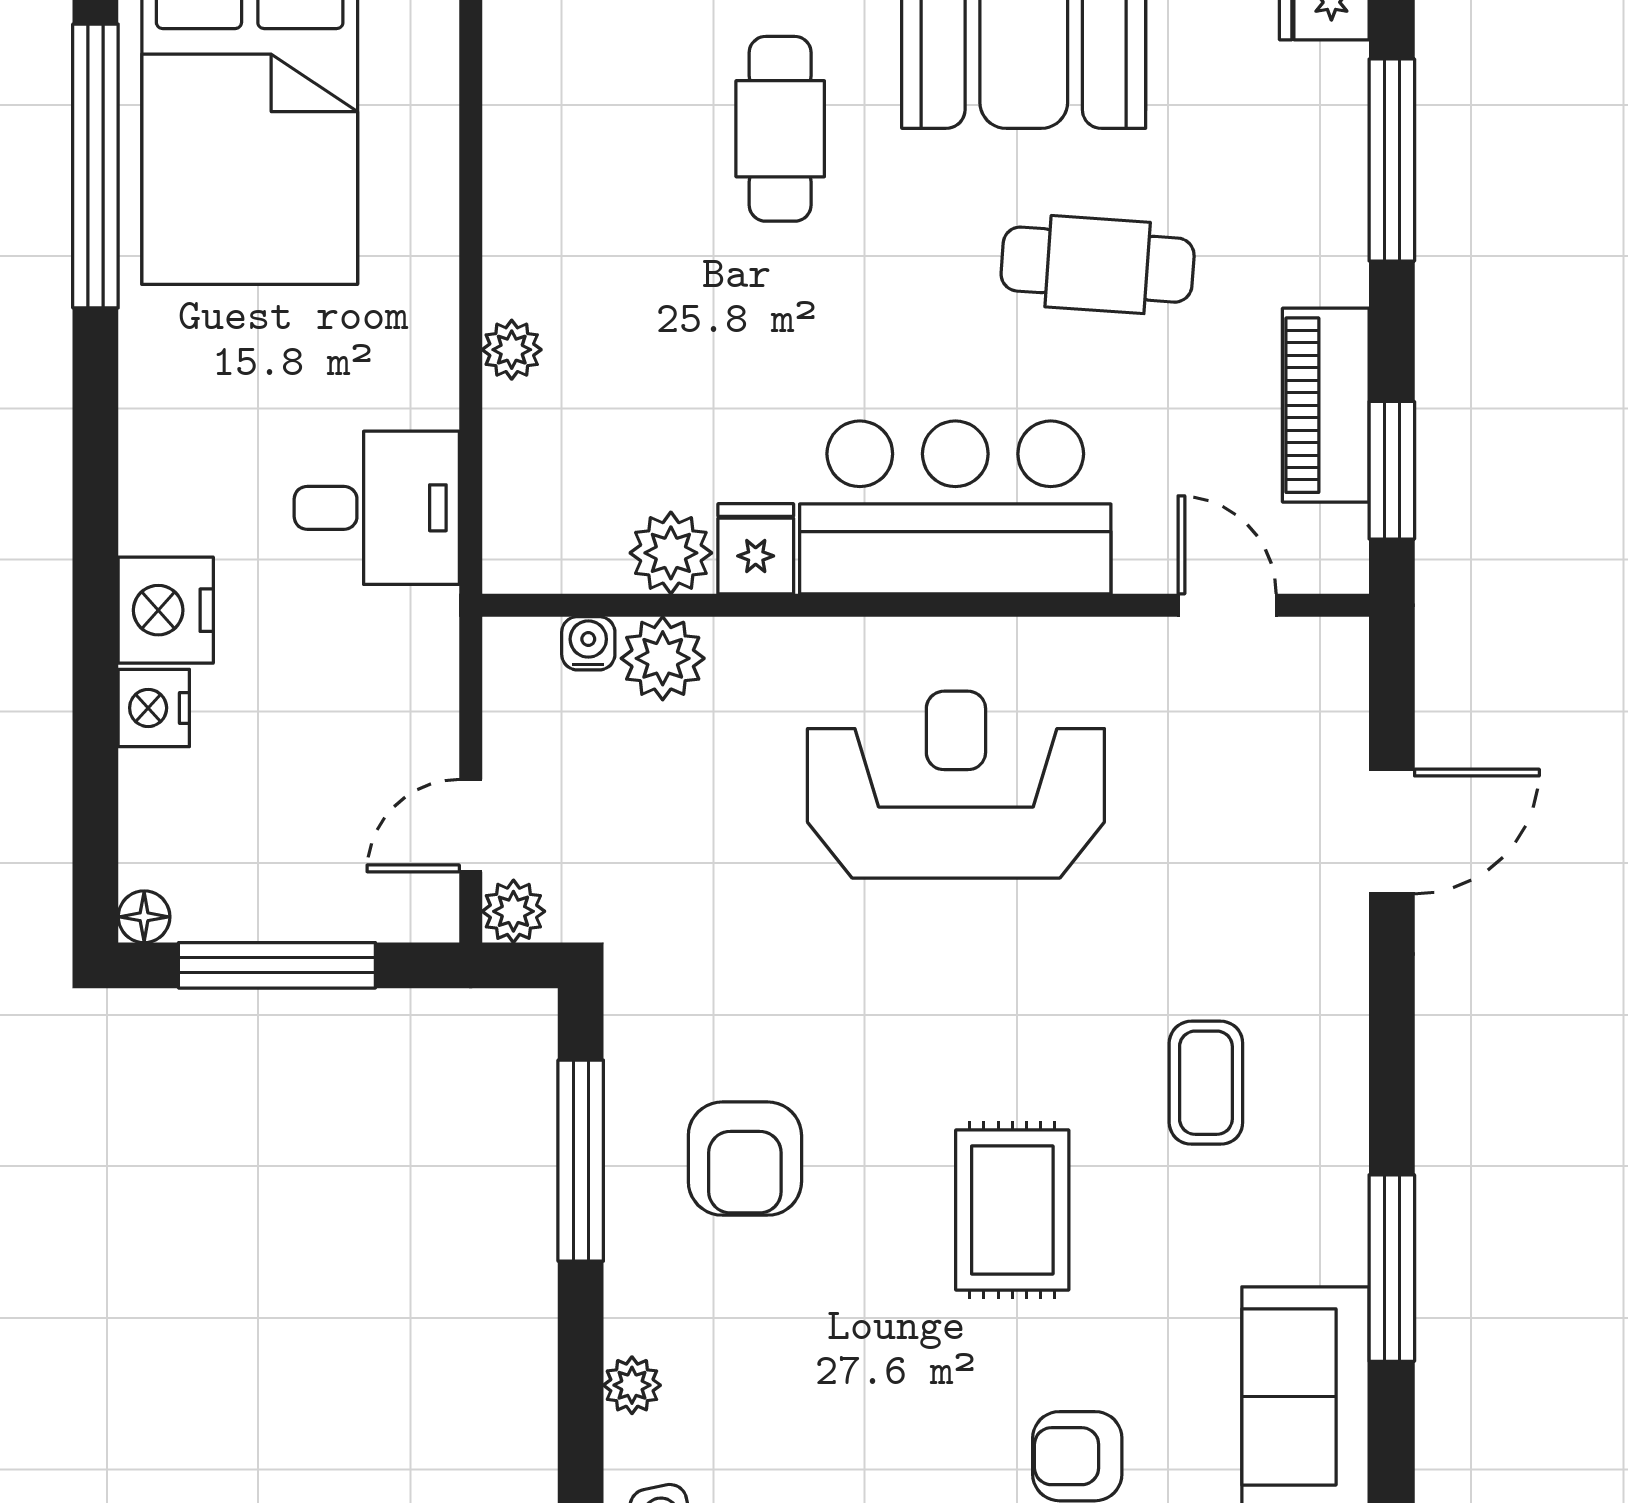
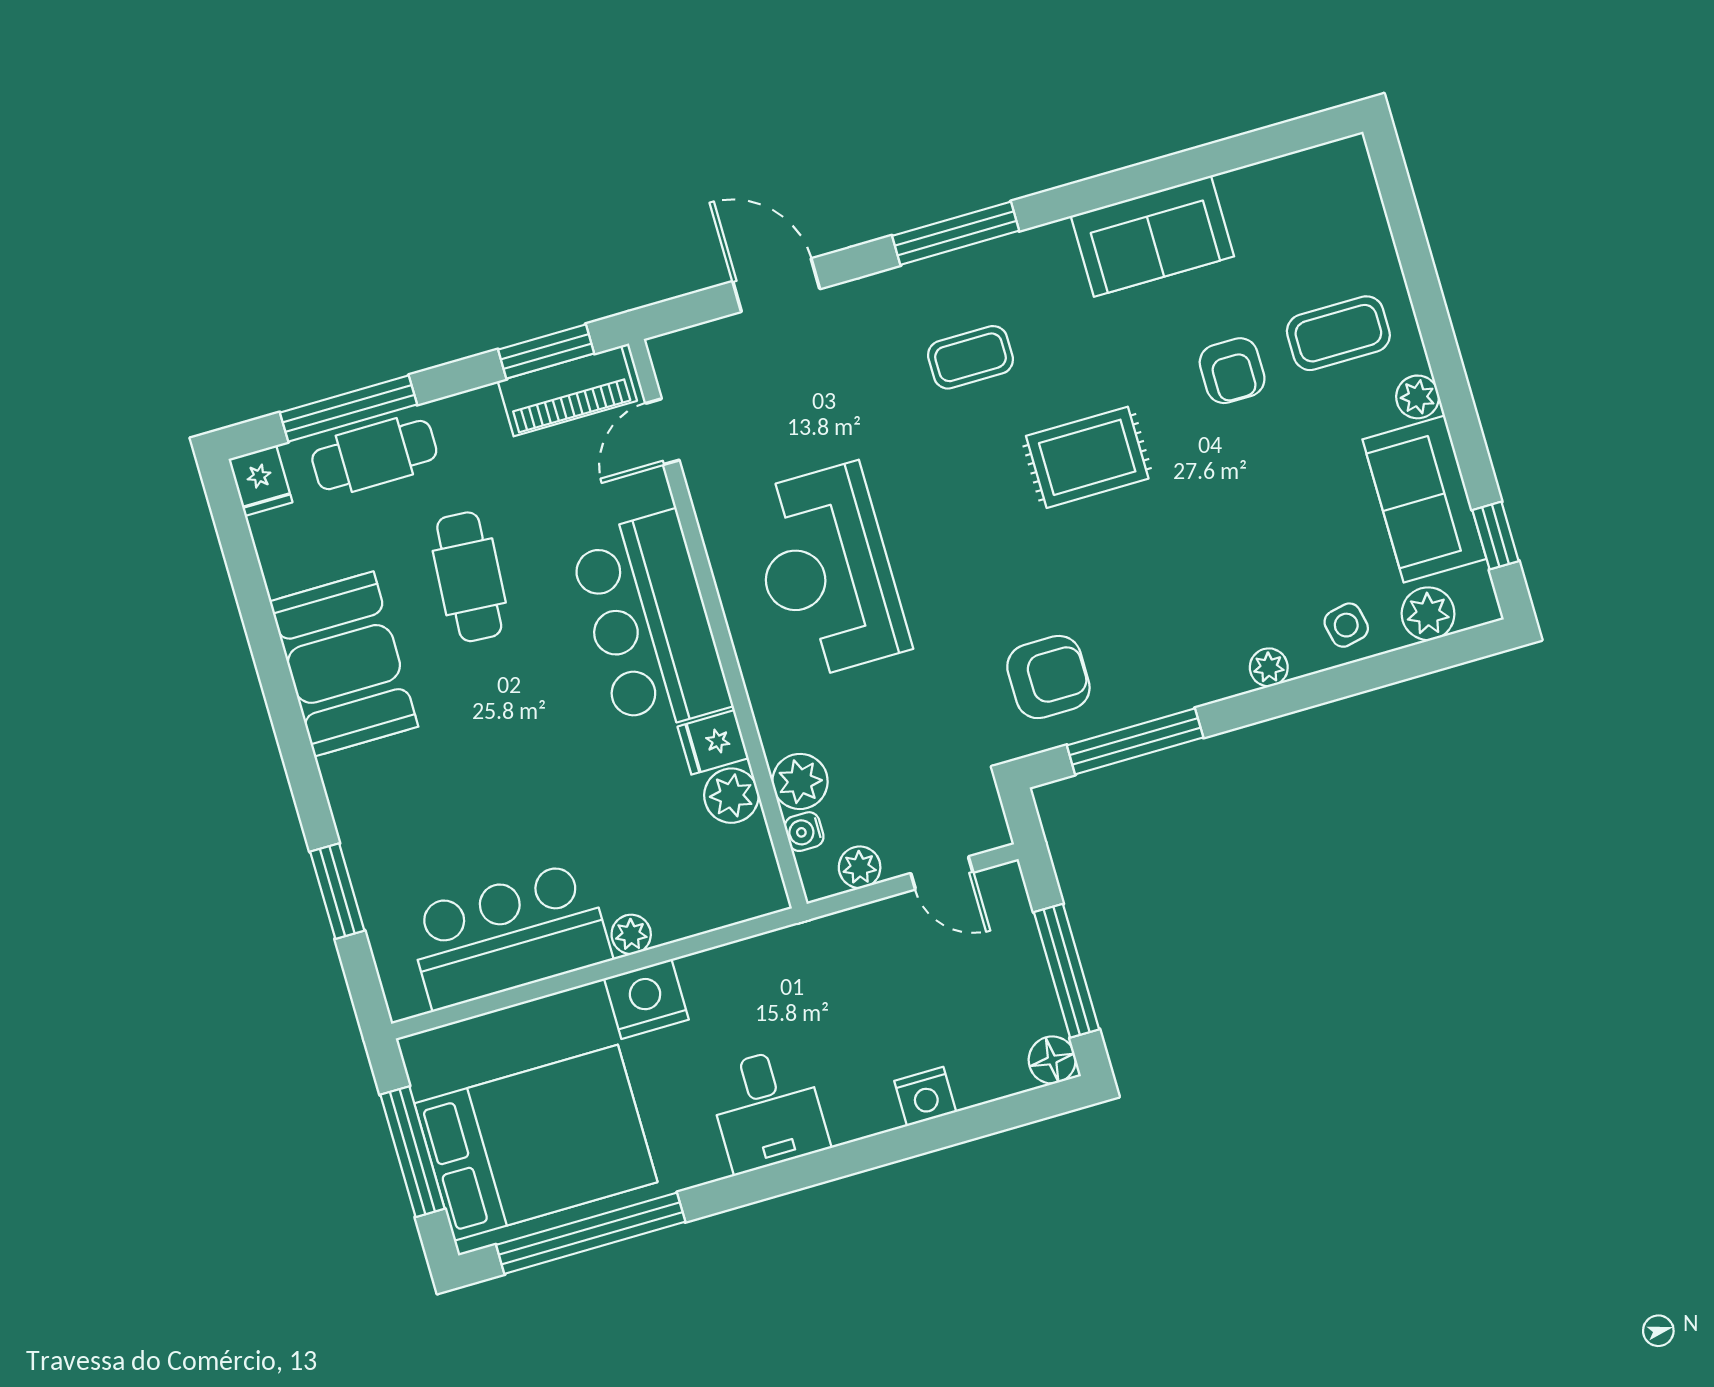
cafe table: (780, 129) -> (374, 455), moved
bar counter: (561, 172) -> (509, 936), added
piano: (1326, 405) -> (567, 391), moved
desk: (377, 508) -> (768, 1110), moved, turned 180
nightstand: (166, 610) -> (646, 999), moved, turned 180
plant: (513, 911) -> (860, 867), moved
floor lamp: (144, 917) -> (1052, 1060), width x1.37, depth x1.37
armchair: (745, 1159) -> (1048, 677), moved
window: (1392, 1268) -> (956, 233), moved

